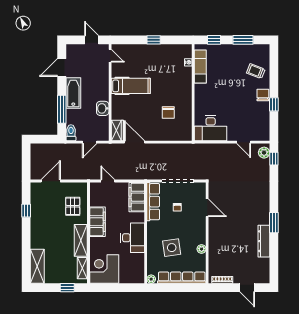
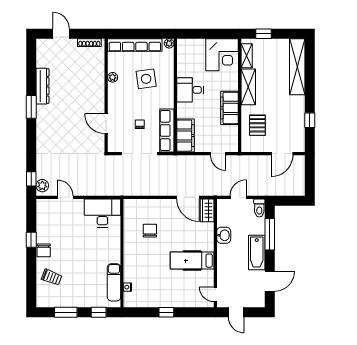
desk: (133, 238) -> (190, 90), width x0.73
shelving: (37, 266) -> (297, 67), width x1.47

